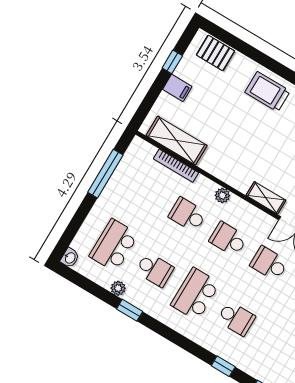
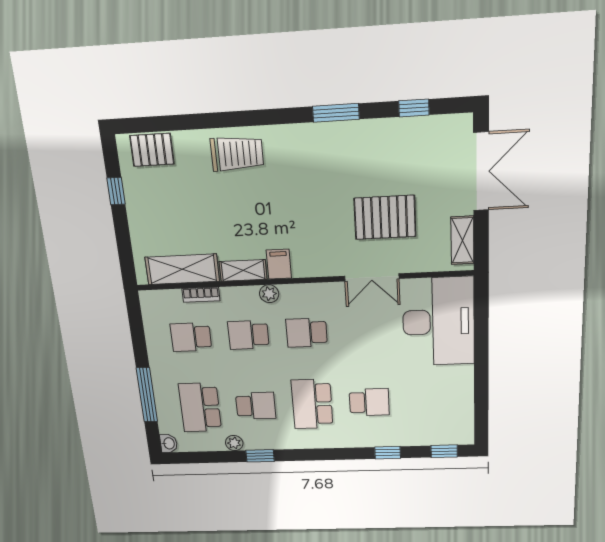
filing cabinet: (177, 88) -> (279, 264), moved, turned -90
trolley: (267, 92) -> (237, 154), turned 180
bookcase: (176, 166) -> (201, 295), width x0.64
window: (105, 174) -> (147, 395), moved
shelving: (266, 198) -> (243, 270), moved
school desk: (269, 264) -> (191, 337), moved

